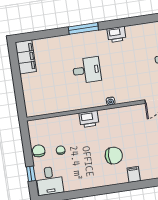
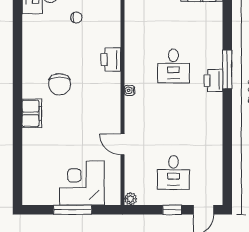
printer: (116, 34) -> (213, 81), moved
filing cabinet: (134, 174) -> (32, 113), width x2.00

